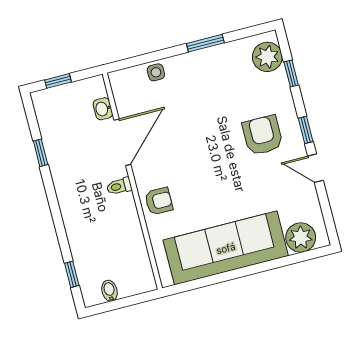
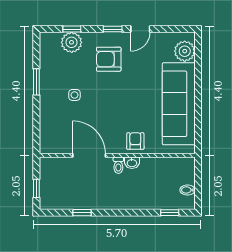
plant: (267, 57) -> (72, 42), moved
side table: (156, 72) -> (74, 95), moved
washbasin: (103, 109) -> (132, 163), moved

